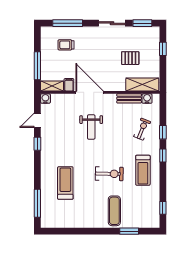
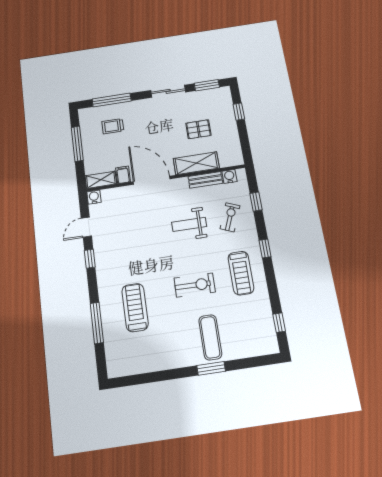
window: (37, 66) -> (77, 144), moved
shelving: (142, 85) -> (196, 163), moved
weight bench: (91, 127) -> (189, 224), moved, turned 90
window: (163, 132) -> (256, 202), moved
window: (37, 203) -> (97, 323), moved
window: (129, 231) -> (211, 368), moved

